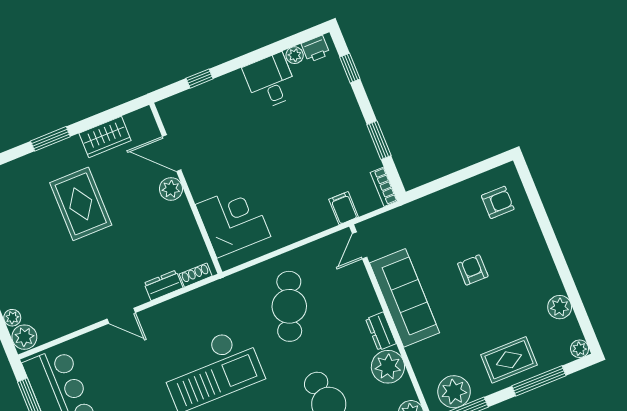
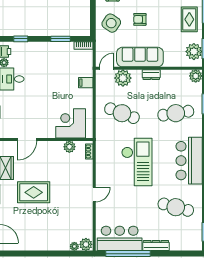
plant: (171, 189) -> (69, 147), moved
filing cabinet: (344, 208) -> (86, 83), moved
side table: (445, 221) -> (111, 23), added
door: (360, 245) -> (107, 68), swing flipped
dresser: (163, 285) -> (88, 169), removed
plant: (388, 367) -> (123, 78), moved

